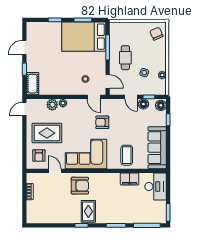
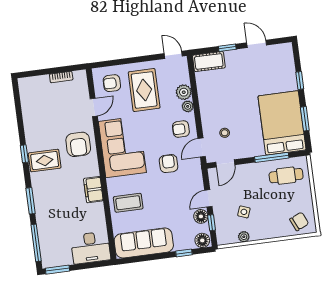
cafe table: (125, 58) -> (286, 176), moved
armchair: (79, 110) -> (181, 129), added
filing cabinet: (130, 179) -> (93, 190), moved

